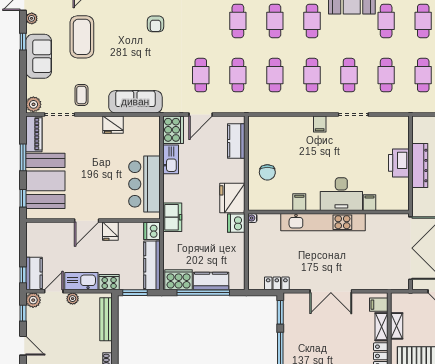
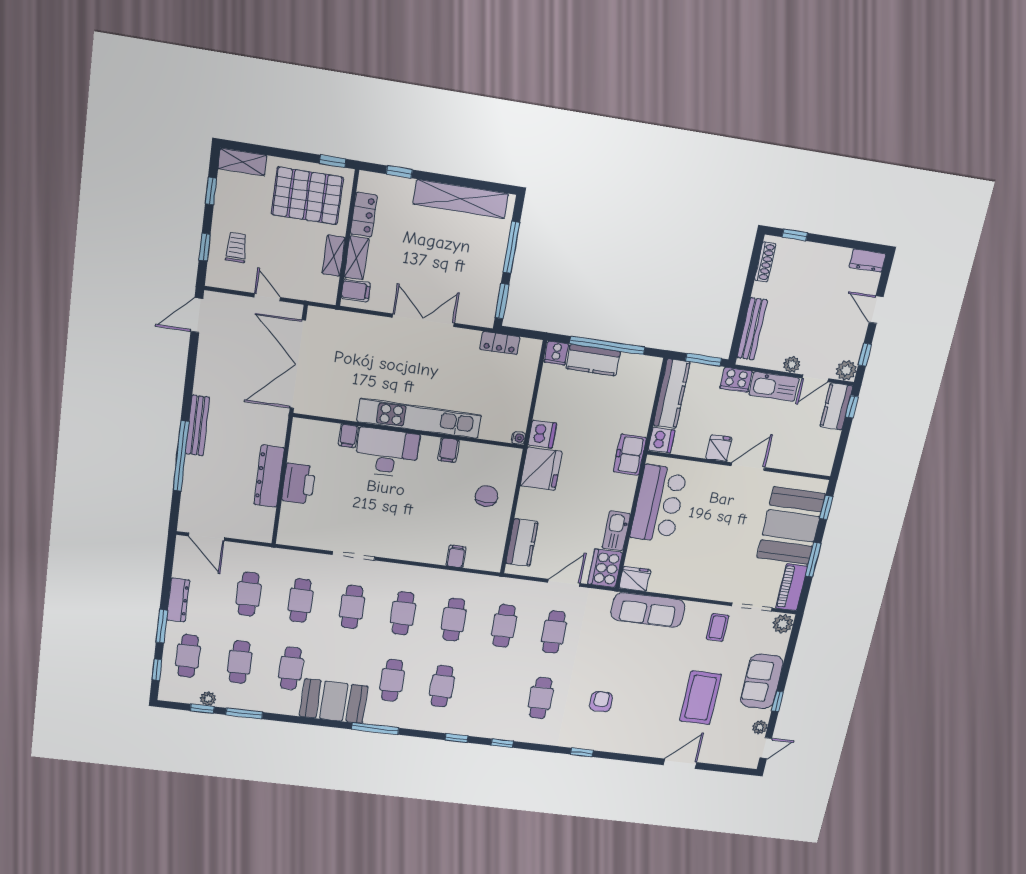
cafe table: (238, 21) -> (541, 698), moved
filing cabinet: (320, 124) -> (456, 556), moved
fridge: (113, 125) -> (635, 579), moved
cooker: (179, 280) -> (556, 353), moved, width x0.53, depth x0.76

